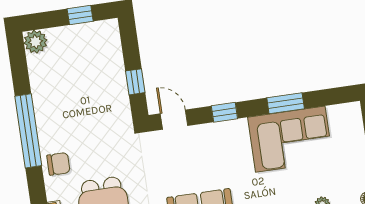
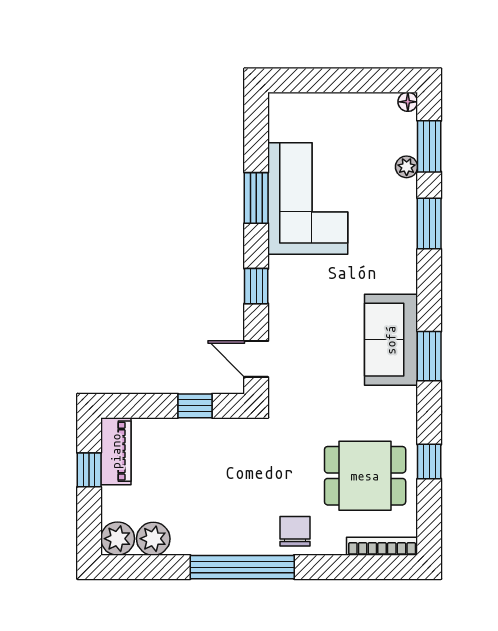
piano: (96, 32) -> (116, 451), added
plant: (39, 66) -> (153, 539), added
door: (174, 120) -> (256, 359), hinge flipped

